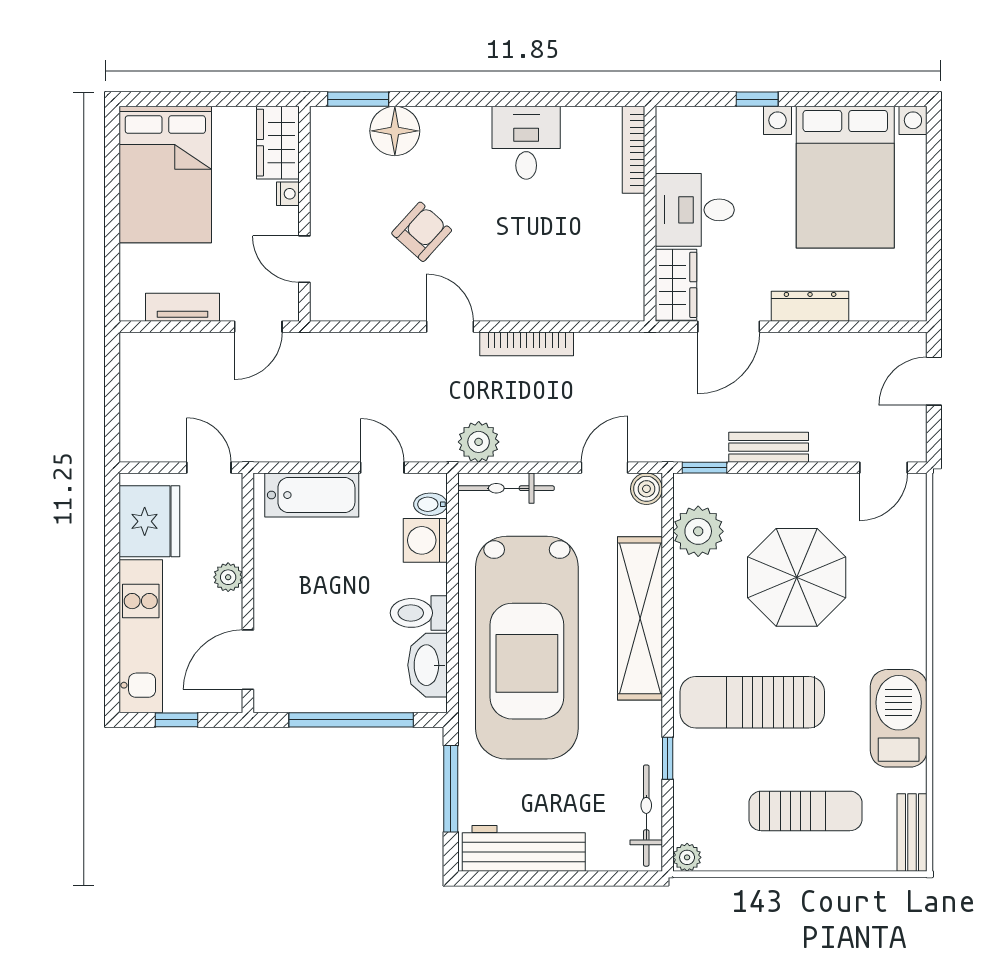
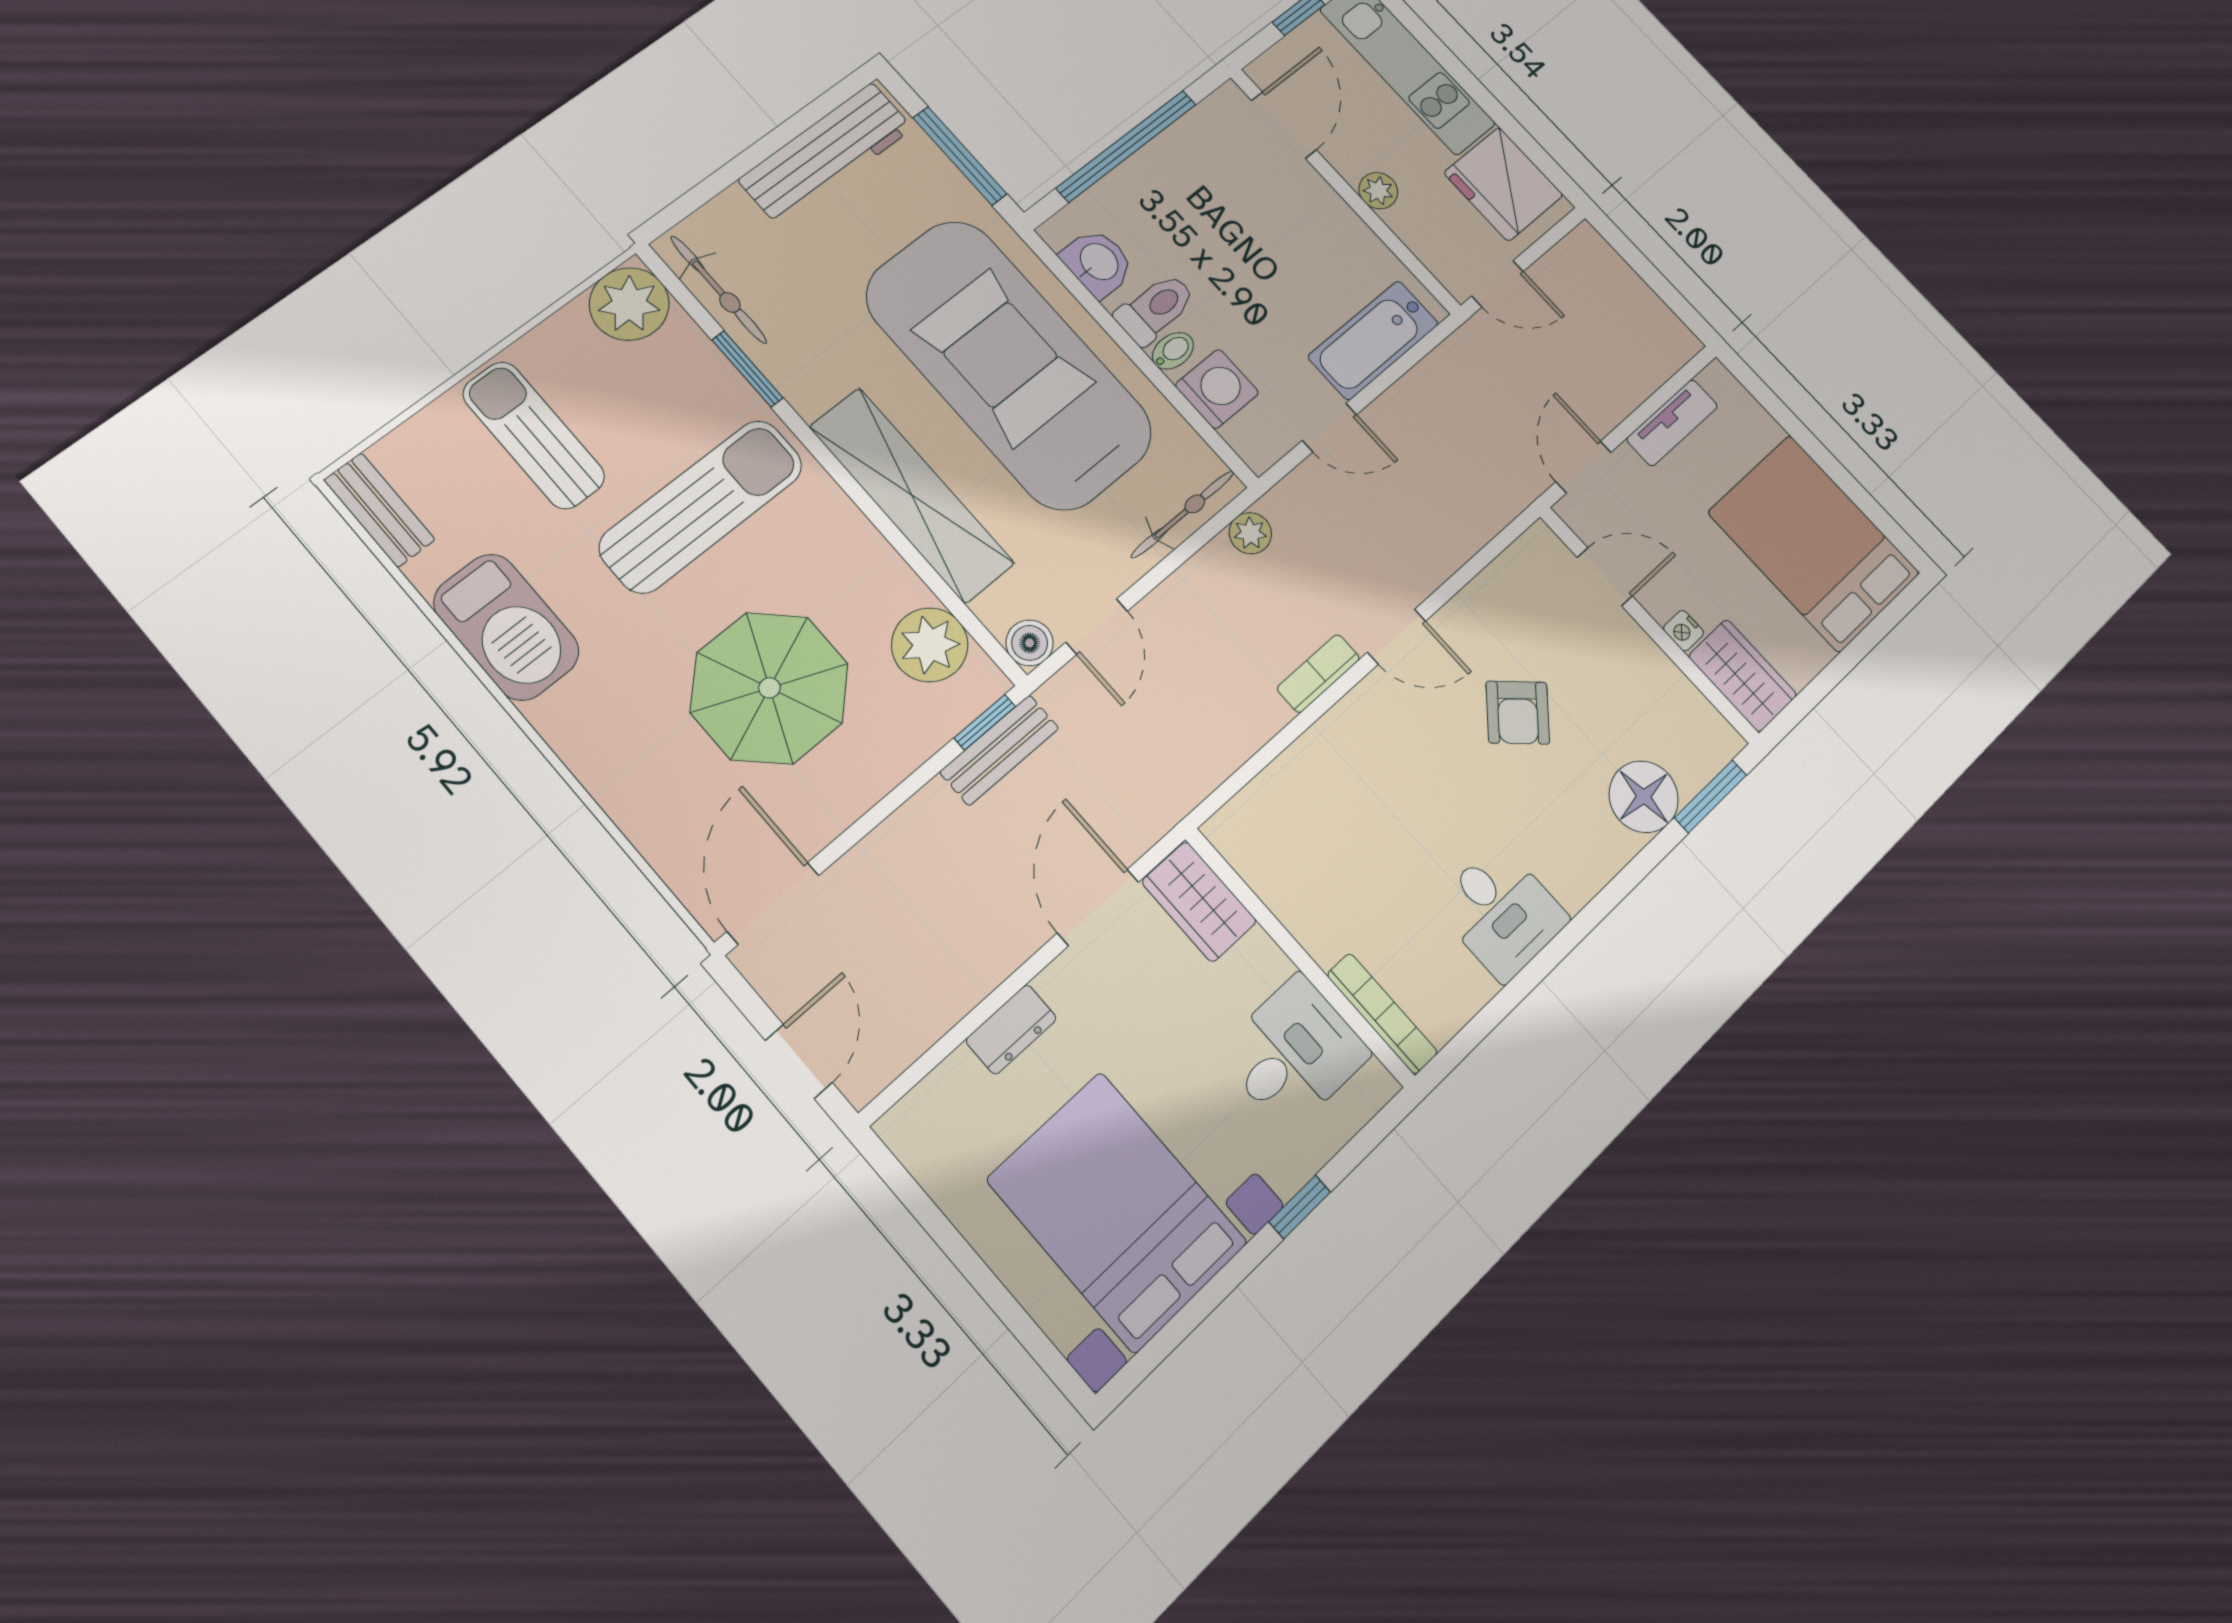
desk: (695, 210) -> (1294, 1053), moved
dresser: (810, 306) -> (1011, 1029), width x0.70
bookcase: (527, 344) -> (1318, 673), width x0.64
plant: (479, 442) -> (1250, 533), width x0.73, depth x0.73
bench: (769, 447) -> (1000, 750), moved
door: (883, 468) -> (773, 903), width x1.38
bidet: (430, 504) -> (1173, 351), moved
washbasin: (428, 665) -> (1098, 263), width x0.72
window: (668, 758) -> (747, 369), width x1.50
sun lounger: (806, 811) -> (534, 435), turned 90
plant: (687, 857) -> (629, 304), width x1.87, depth x1.87

